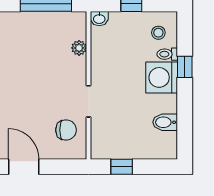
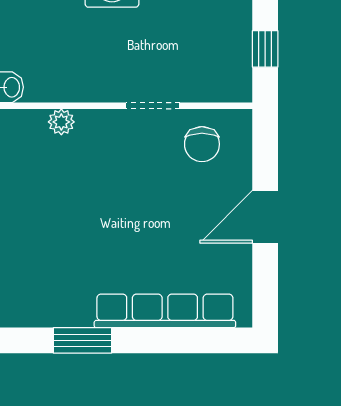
chair: (66, 130) -> (202, 144), turned 180

